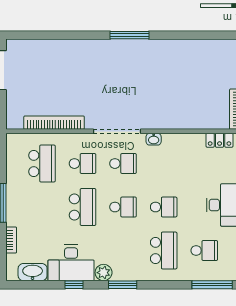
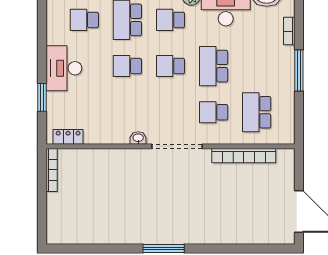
school desk: (123, 164) -> (170, 20), moved

